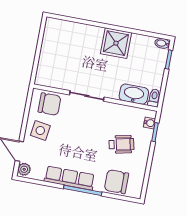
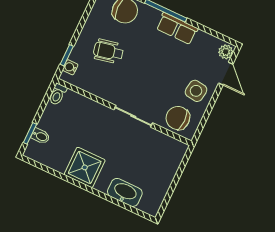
bidet: (162, 43) -> (40, 136), moved
washbasin: (134, 94) -> (125, 192), moved, turned 180
row of seats: (69, 178) -> (177, 29), width x0.68

